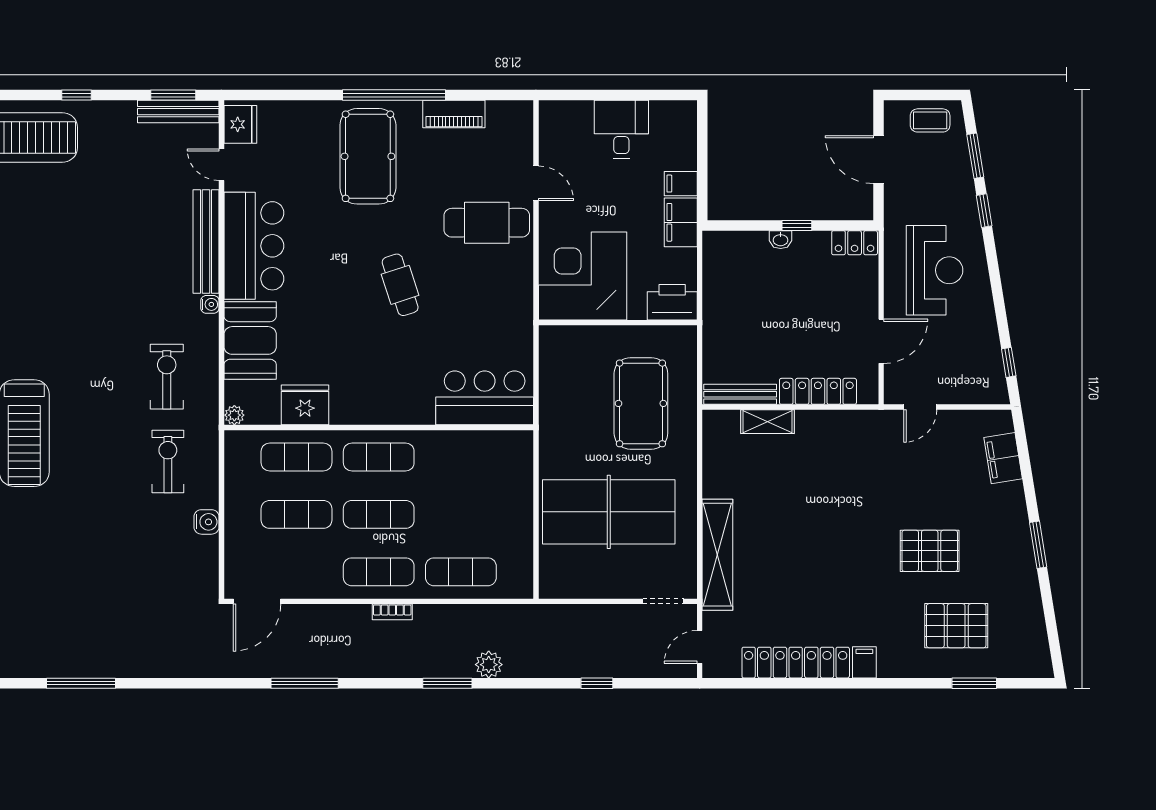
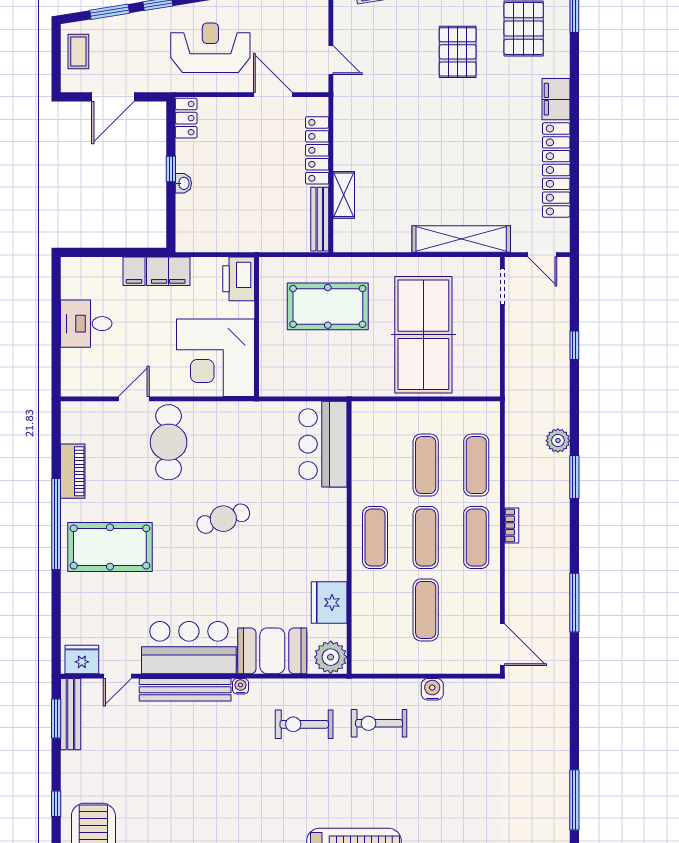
plant: (234, 415) -> (331, 657), width x1.88, depth x1.88
exercise mat: (297, 457) -> (426, 465), moved
filing cabinet: (864, 662) -> (556, 99), width x2.00

